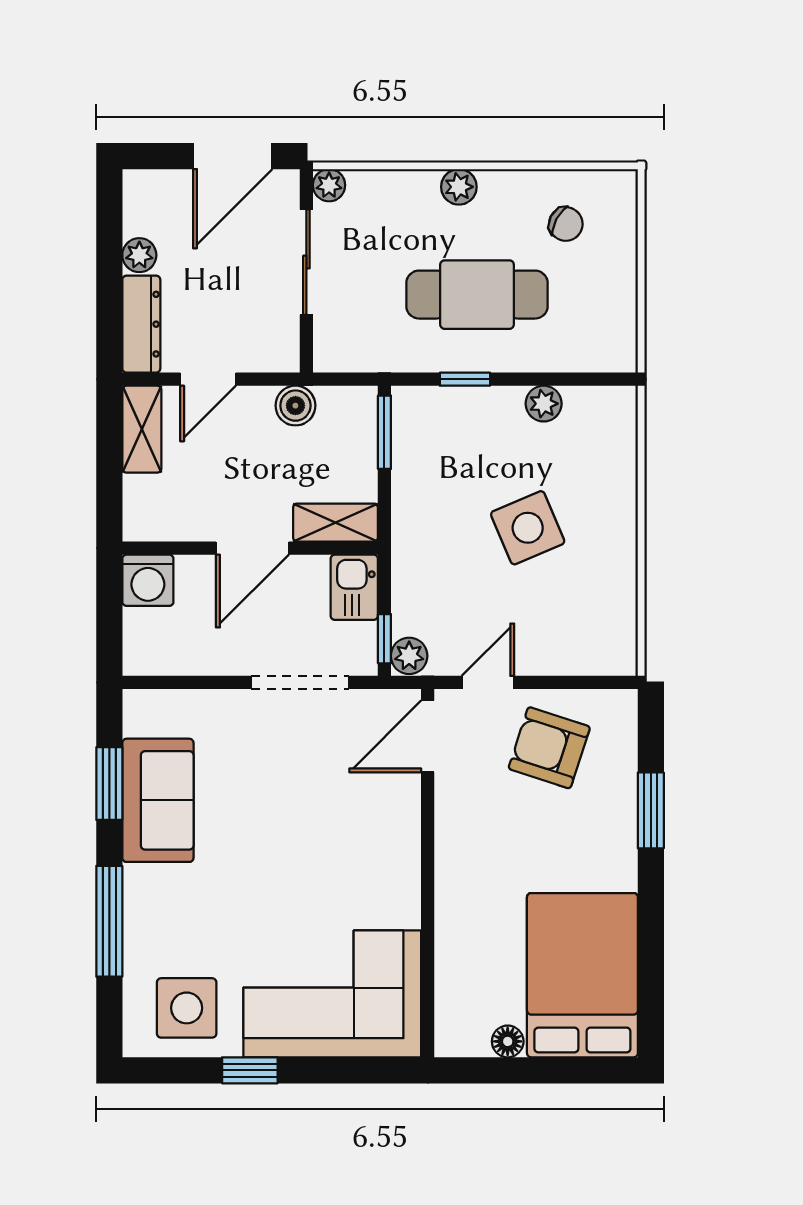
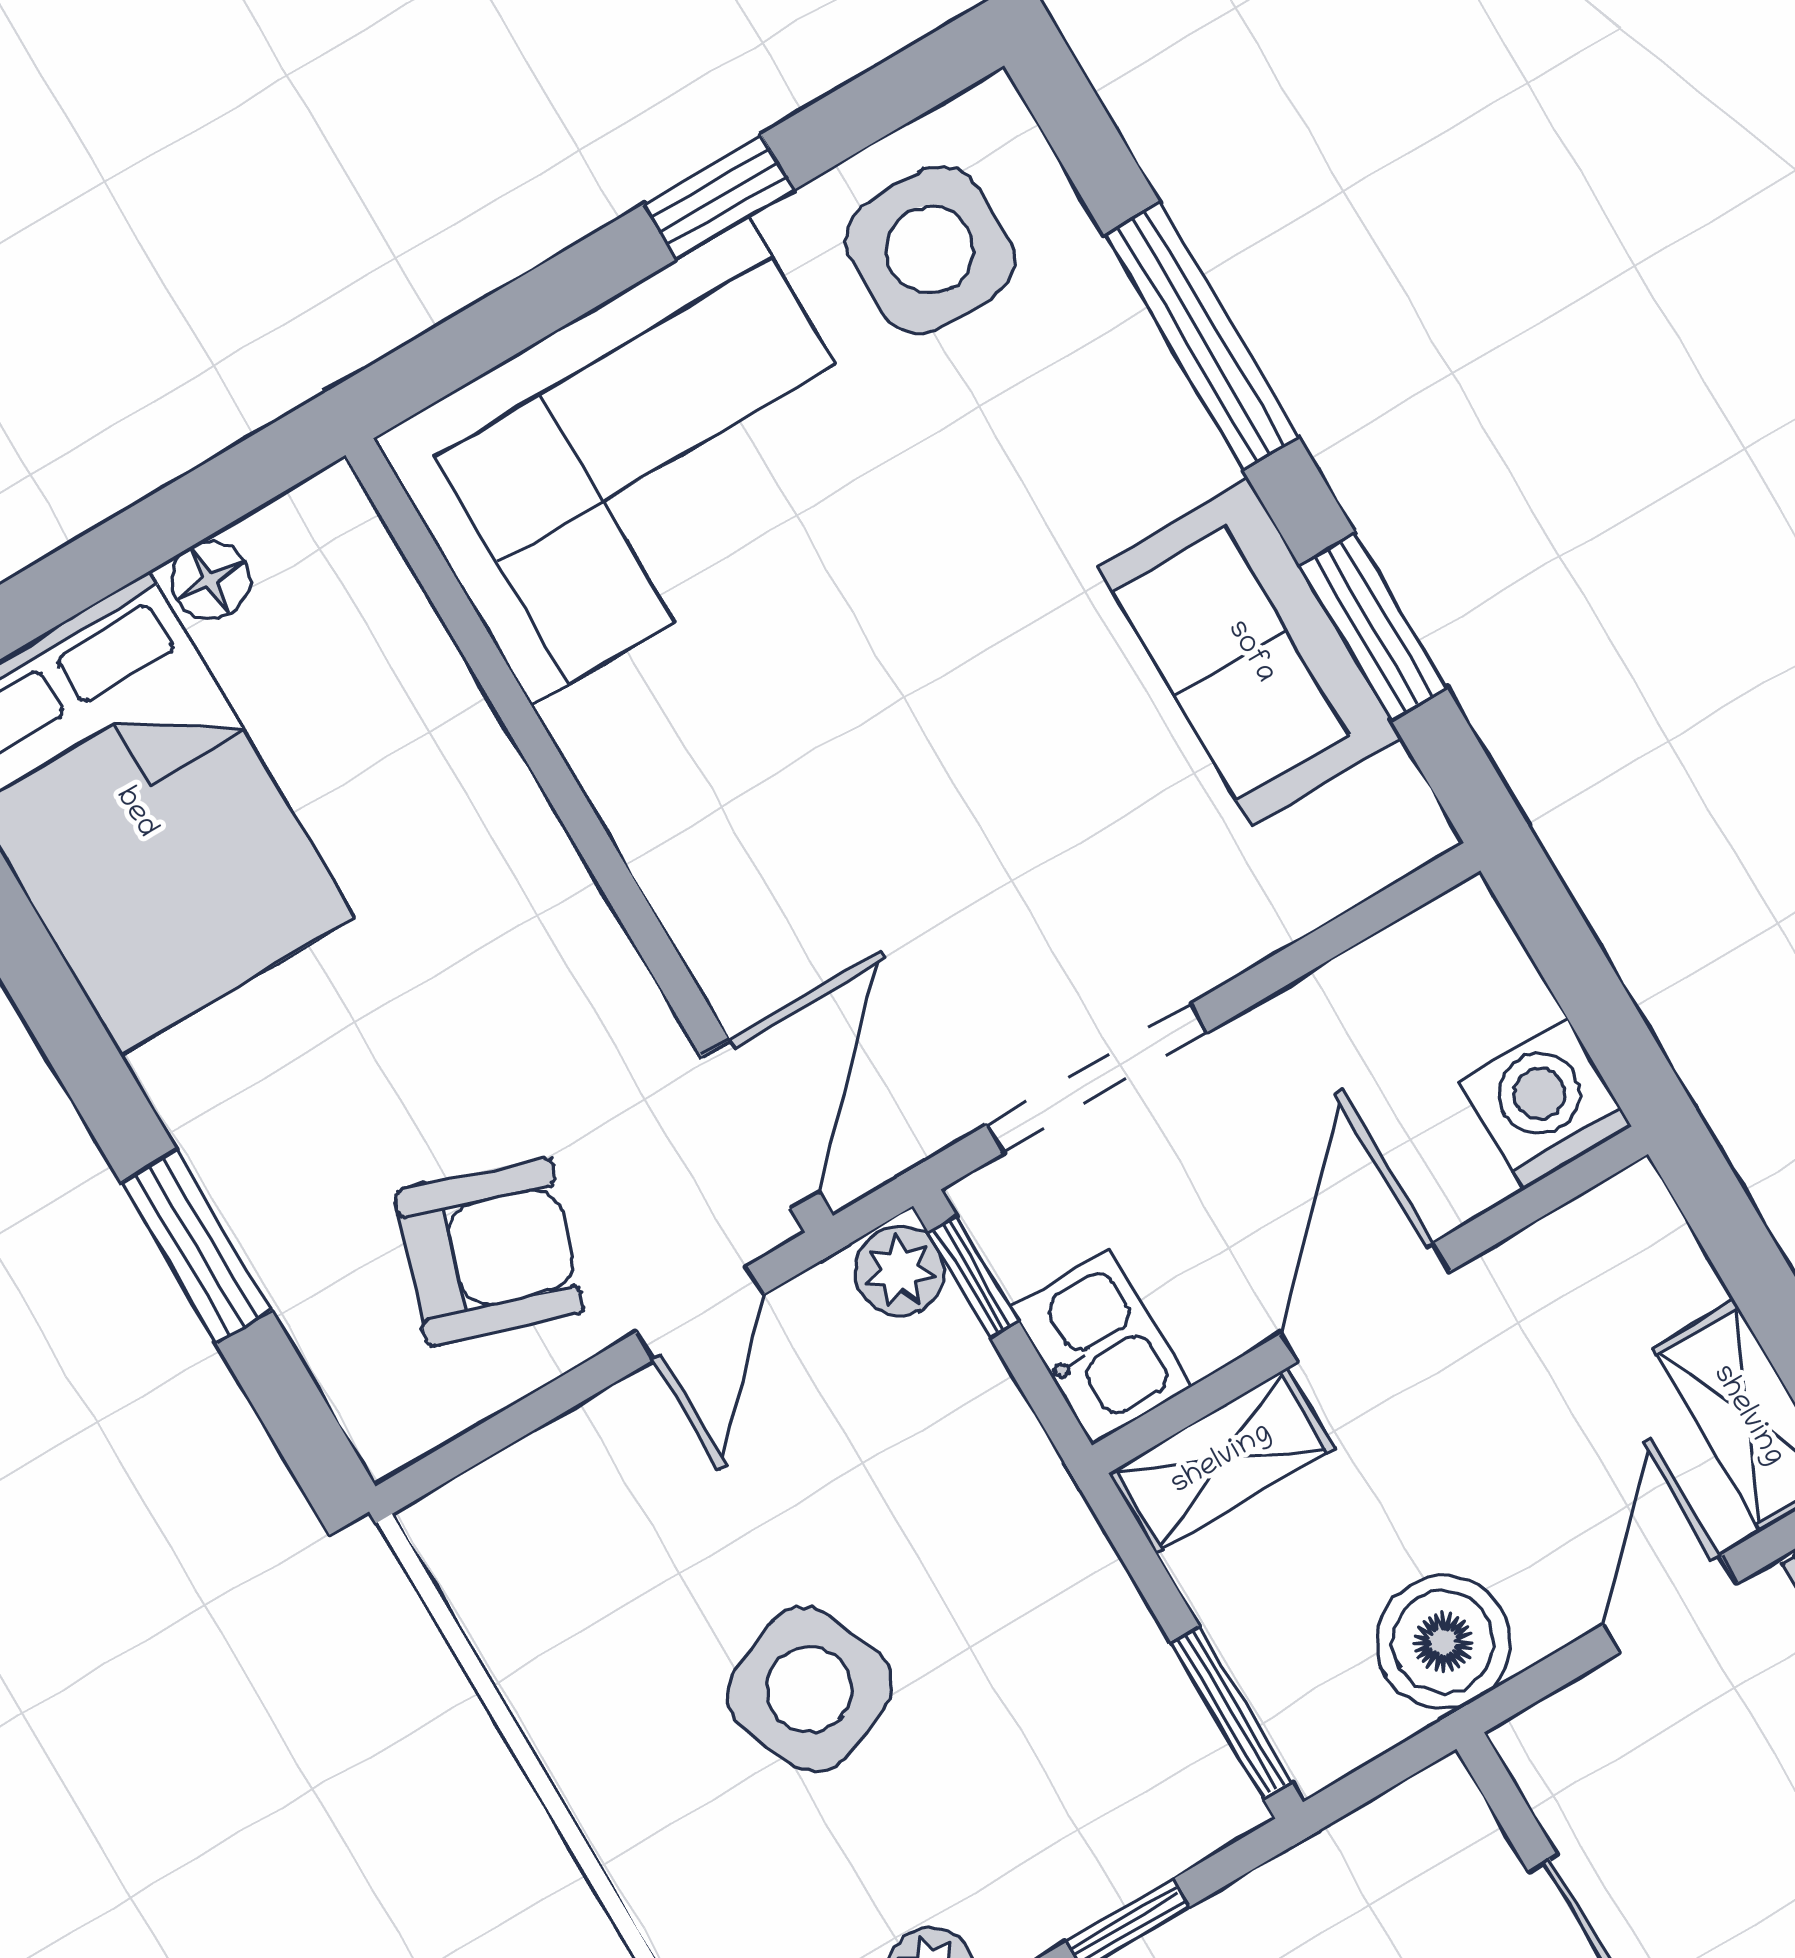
boiler: (295, 406) -> (1443, 1642), width x1.36, depth x1.36

